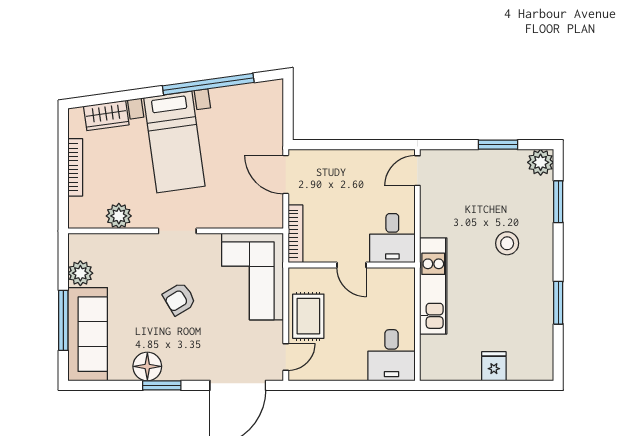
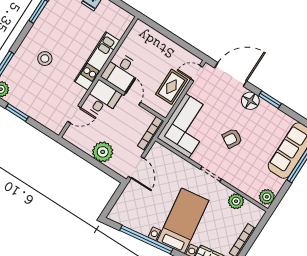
plant: (345, 166) -> (103, 152), added
door: (417, 171) -> (74, 115), moved
plant: (80, 273) -> (267, 197), moved
armchair: (179, 299) -> (232, 138), turned 151
desk: (391, 355) -> (121, 71), moved, turned 180
floor lamp: (147, 366) -> (250, 101), moved

